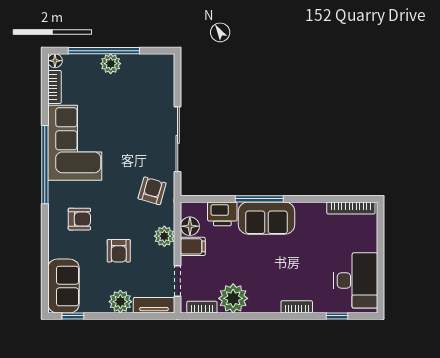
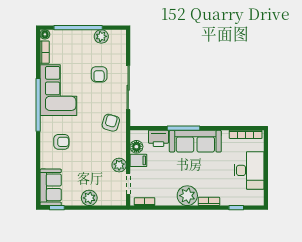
plant: (111, 64) -> (101, 36), moved
sofa: (267, 218) -> (195, 141), width x1.36
plant: (164, 236) -> (119, 165), moved
armchair: (119, 251) -> (99, 74), moved
desk: (356, 280) -> (249, 170), moved
plant: (233, 298) -> (187, 196), moved
tv unit: (154, 305) -> (112, 200), removed

